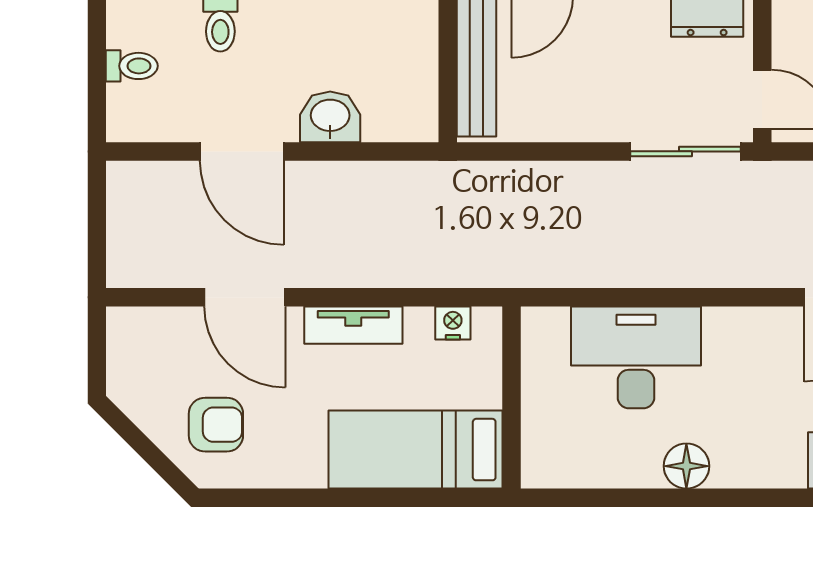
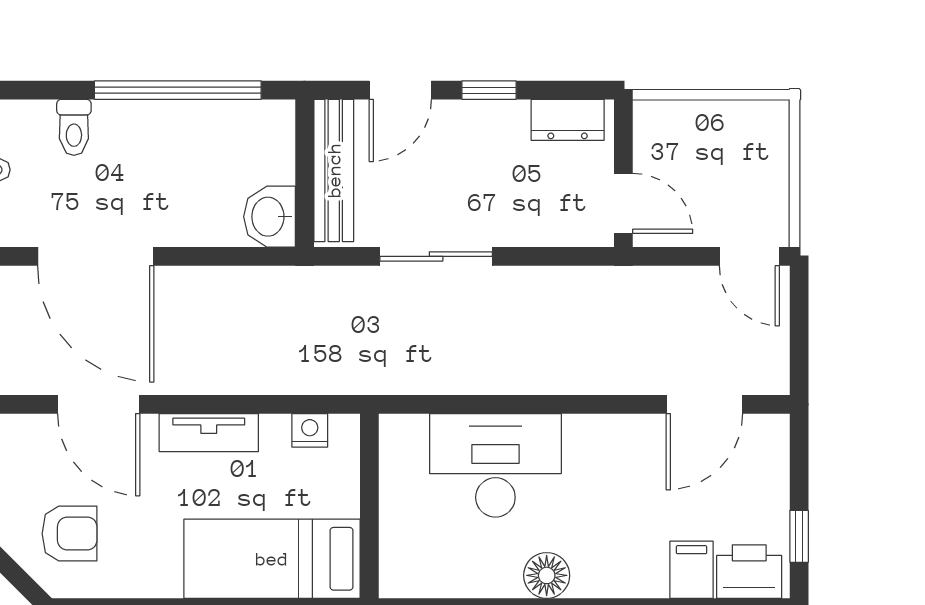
washbasin: (330, 117) -> (269, 217), moved, turned -90
door: (242, 151) -> (96, 256), width x1.36
sliding door: (685, 151) -> (436, 256), moved

